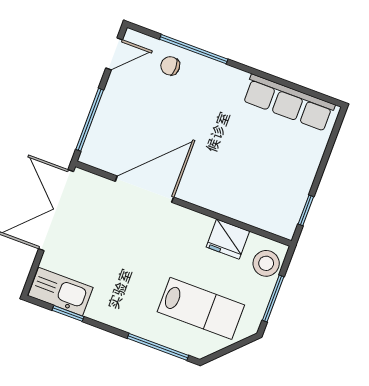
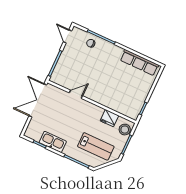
door: (114, 54) -> (68, 36), swing flipped
door: (144, 189) -> (76, 94), width x0.53
kitchen sink: (60, 292) -> (53, 142), moved

